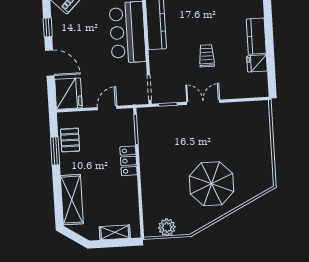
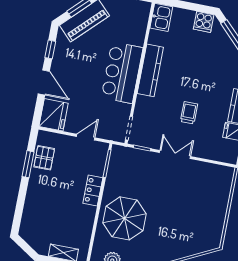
parasol: (211, 184) -> (124, 218), moved
shelving: (72, 200) -> (32, 213), removed

